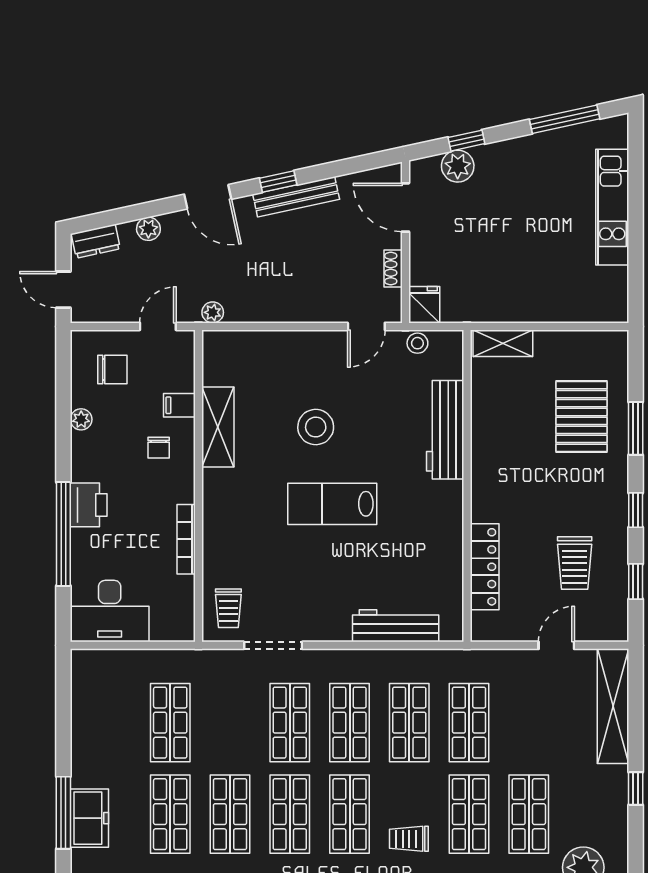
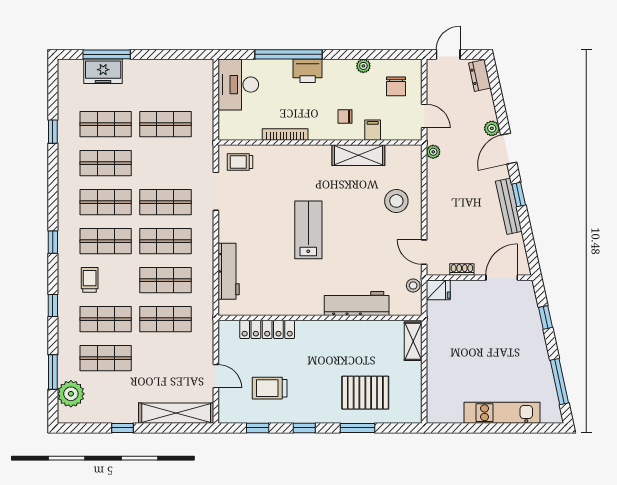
plant: (458, 166) -> (529, 312), removed
plant: (148, 229) -> (492, 128), moved
stool: (316, 427) -> (396, 201), moved

